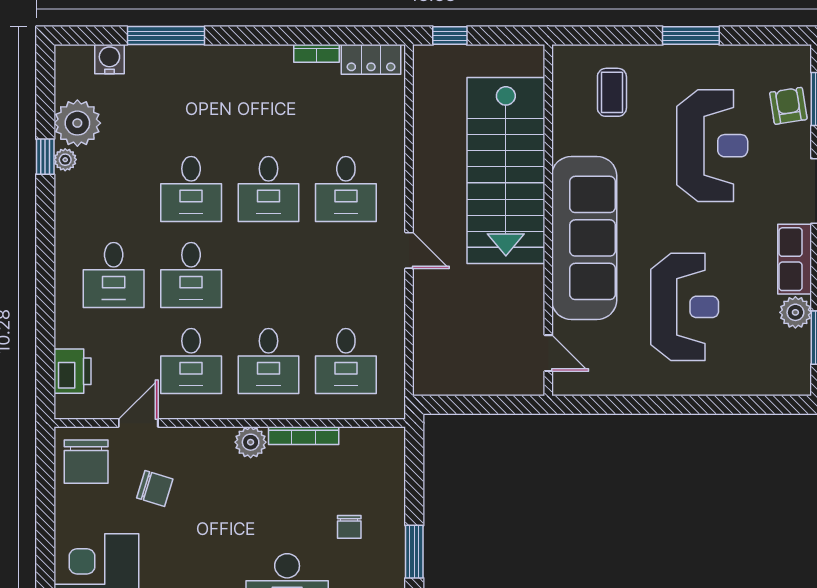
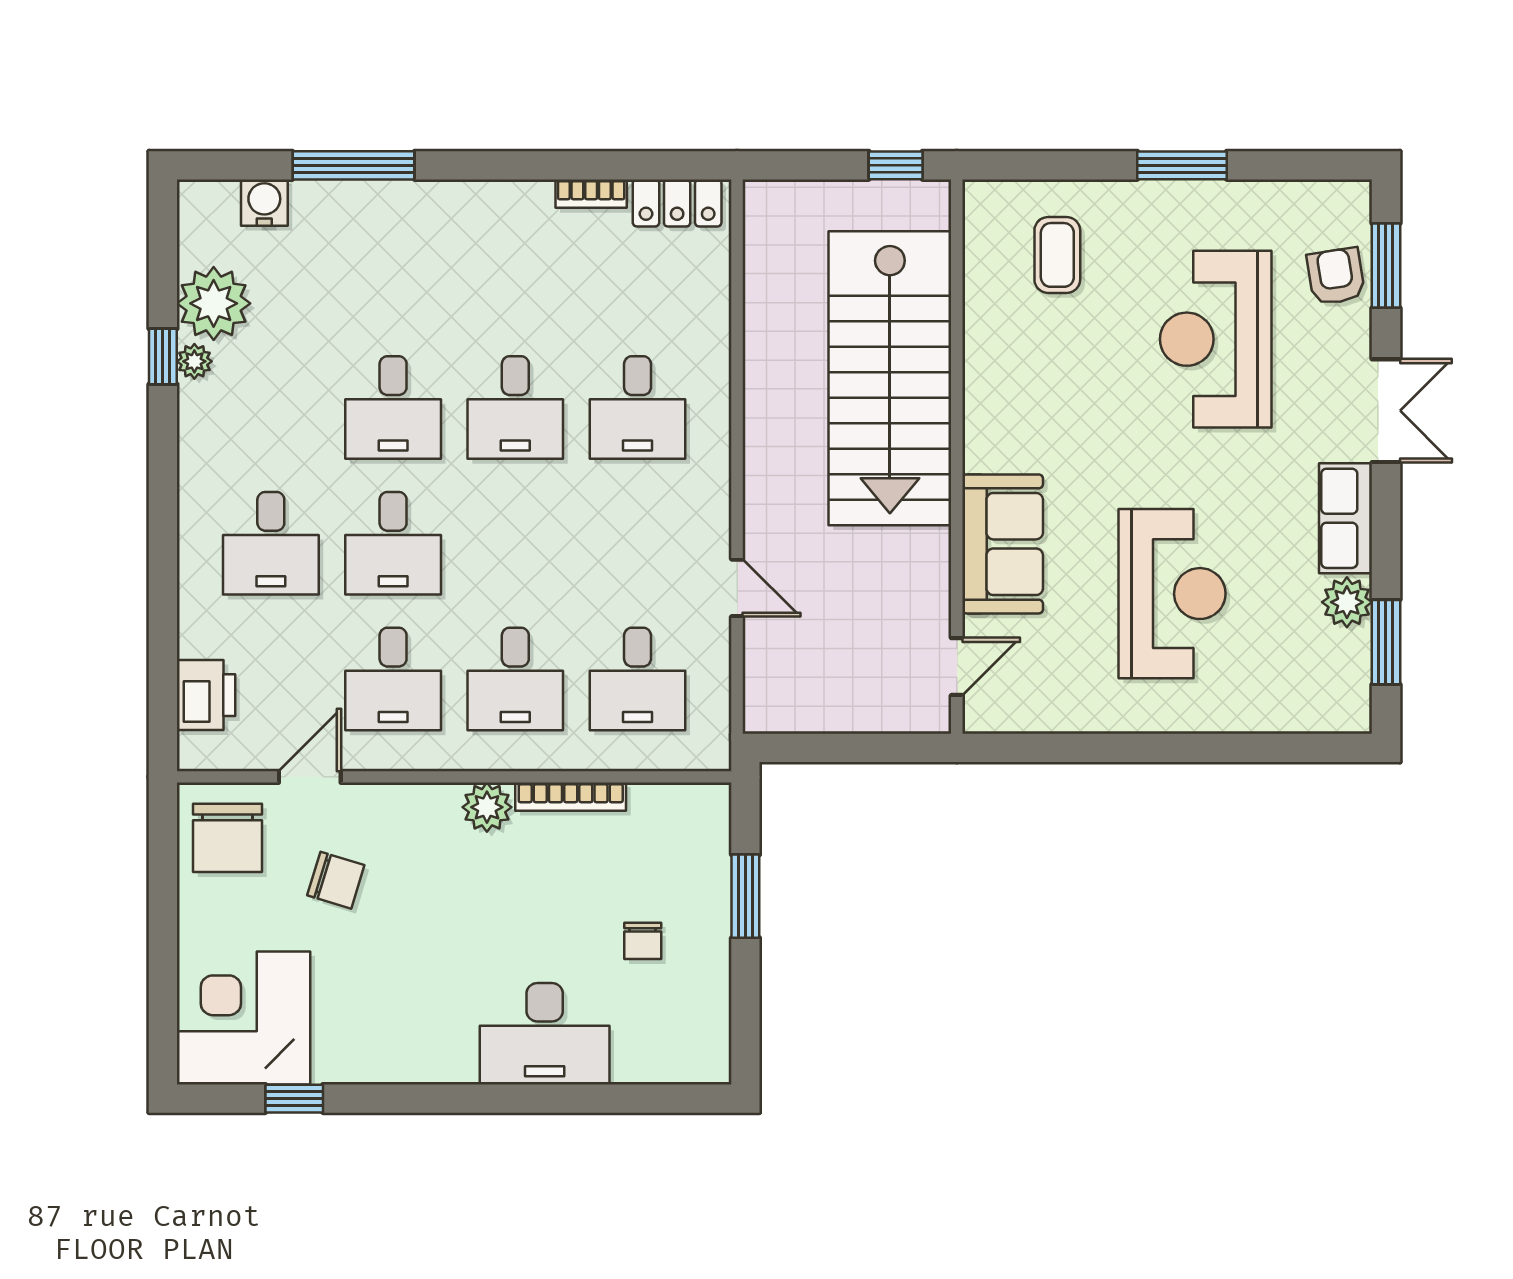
window: (450, 36) -> (896, 165), moved
reception desk: (712, 146) -> (1216, 339), turned 180
sofa: (584, 238) -> (1003, 544), width x0.54, depth x0.79
door: (409, 250) -> (737, 588), moved
door: (548, 353) -> (957, 667), hinge flipped
window: (414, 552) -> (745, 896), moved

